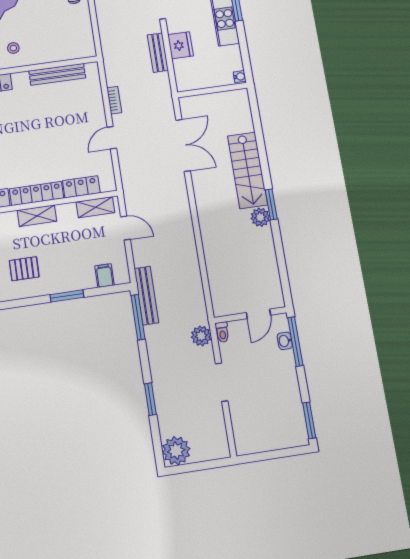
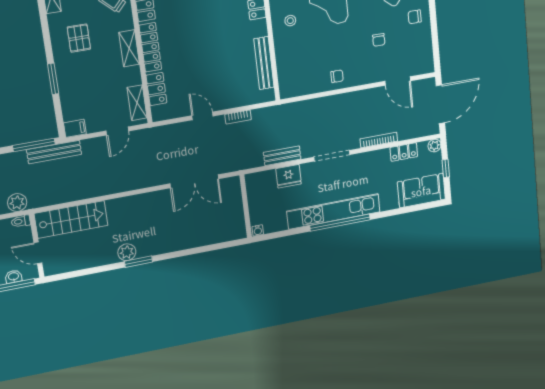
stairs: (248, 170) -> (71, 219), moved, turned 180
filing cabinet: (105, 276) -> (75, 128), moved

